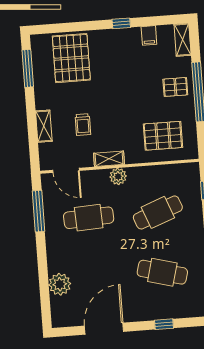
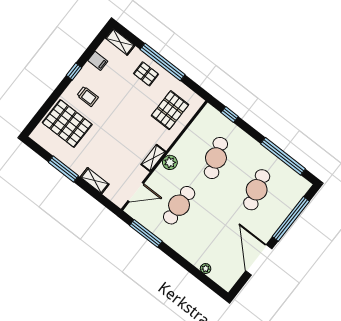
window: (28, 68) -> (63, 169), moved
pallet: (175, 87) -> (146, 74), turned 90
trolley: (83, 125) -> (88, 96), moved
cafe table: (162, 272) -> (257, 190), turned -30
plant: (60, 284) -> (206, 269), width x0.53, depth x0.53
window: (164, 324) -> (291, 219), width x3.17

